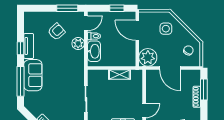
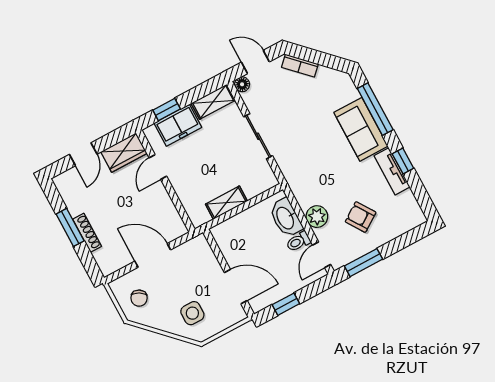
armchair: (57, 32) -> (361, 217), turned 98
plant: (148, 57) -> (197, 253), removed
window: (204, 89) -> (70, 227), moved

